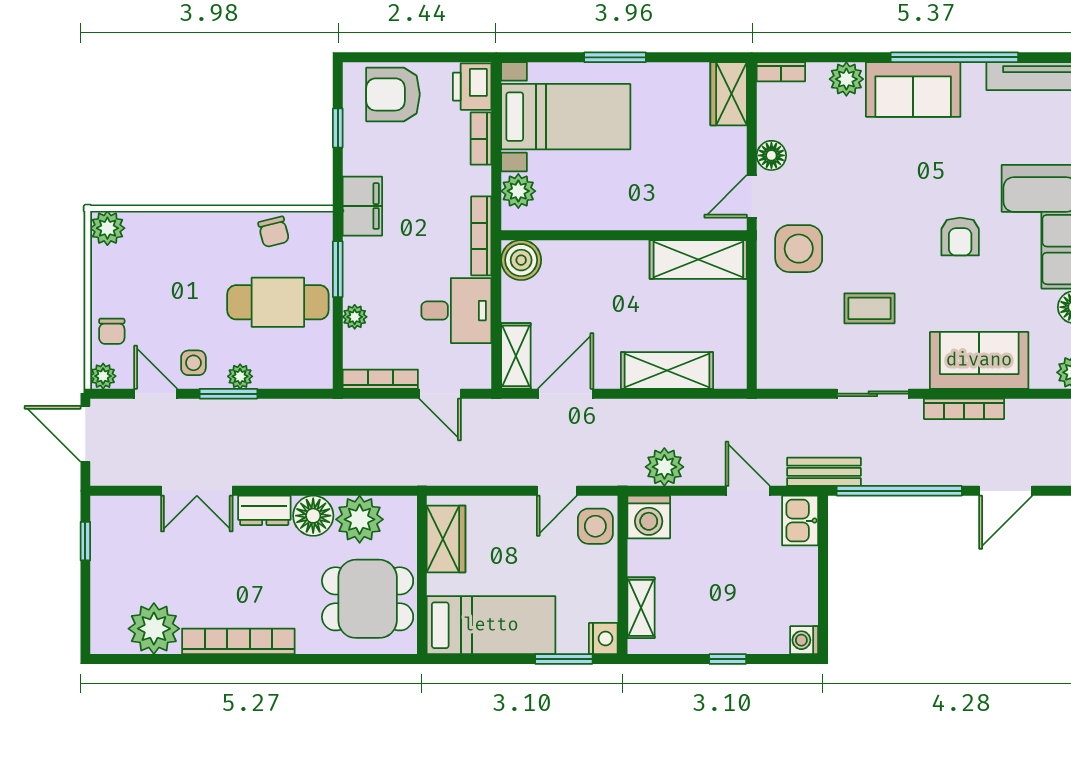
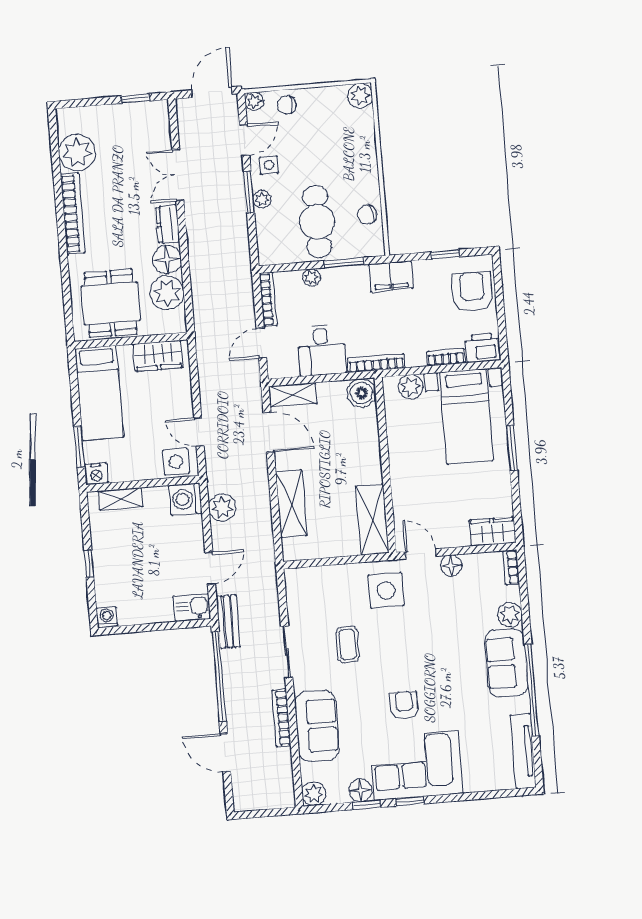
armchair: (960, 237) -> (404, 705), turned 90

